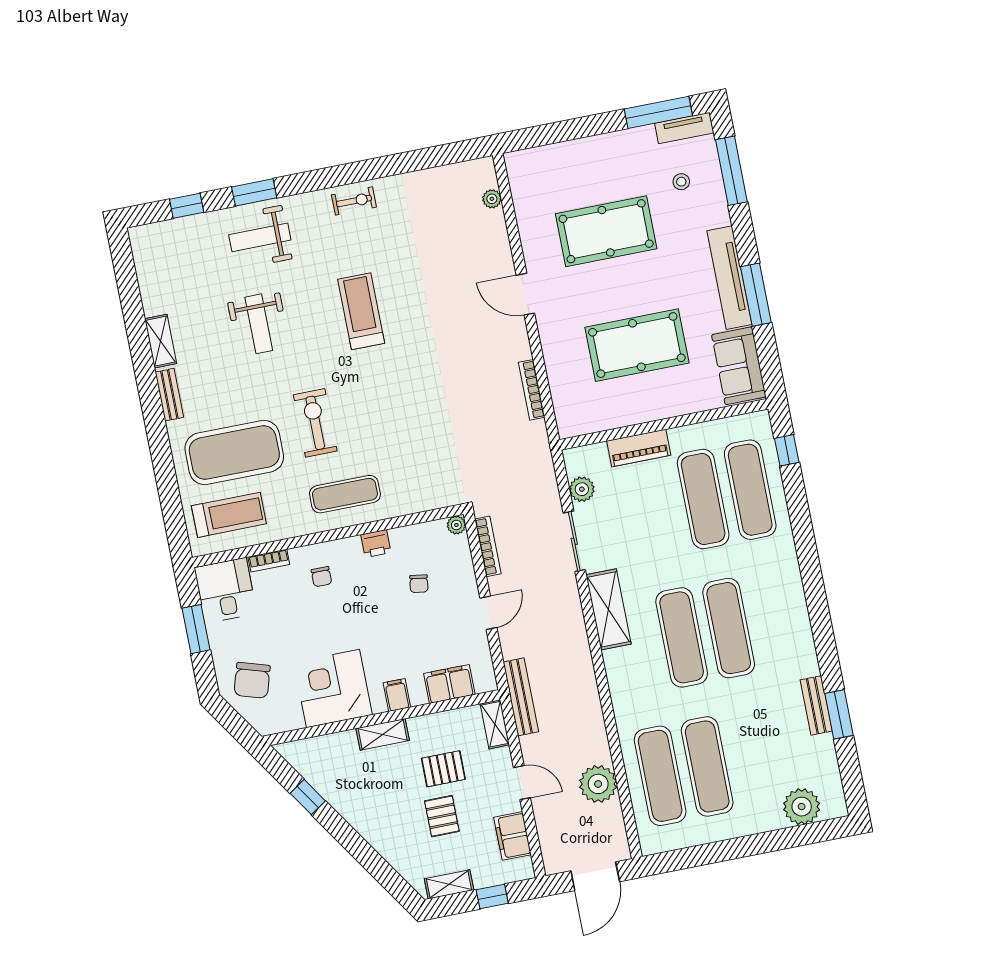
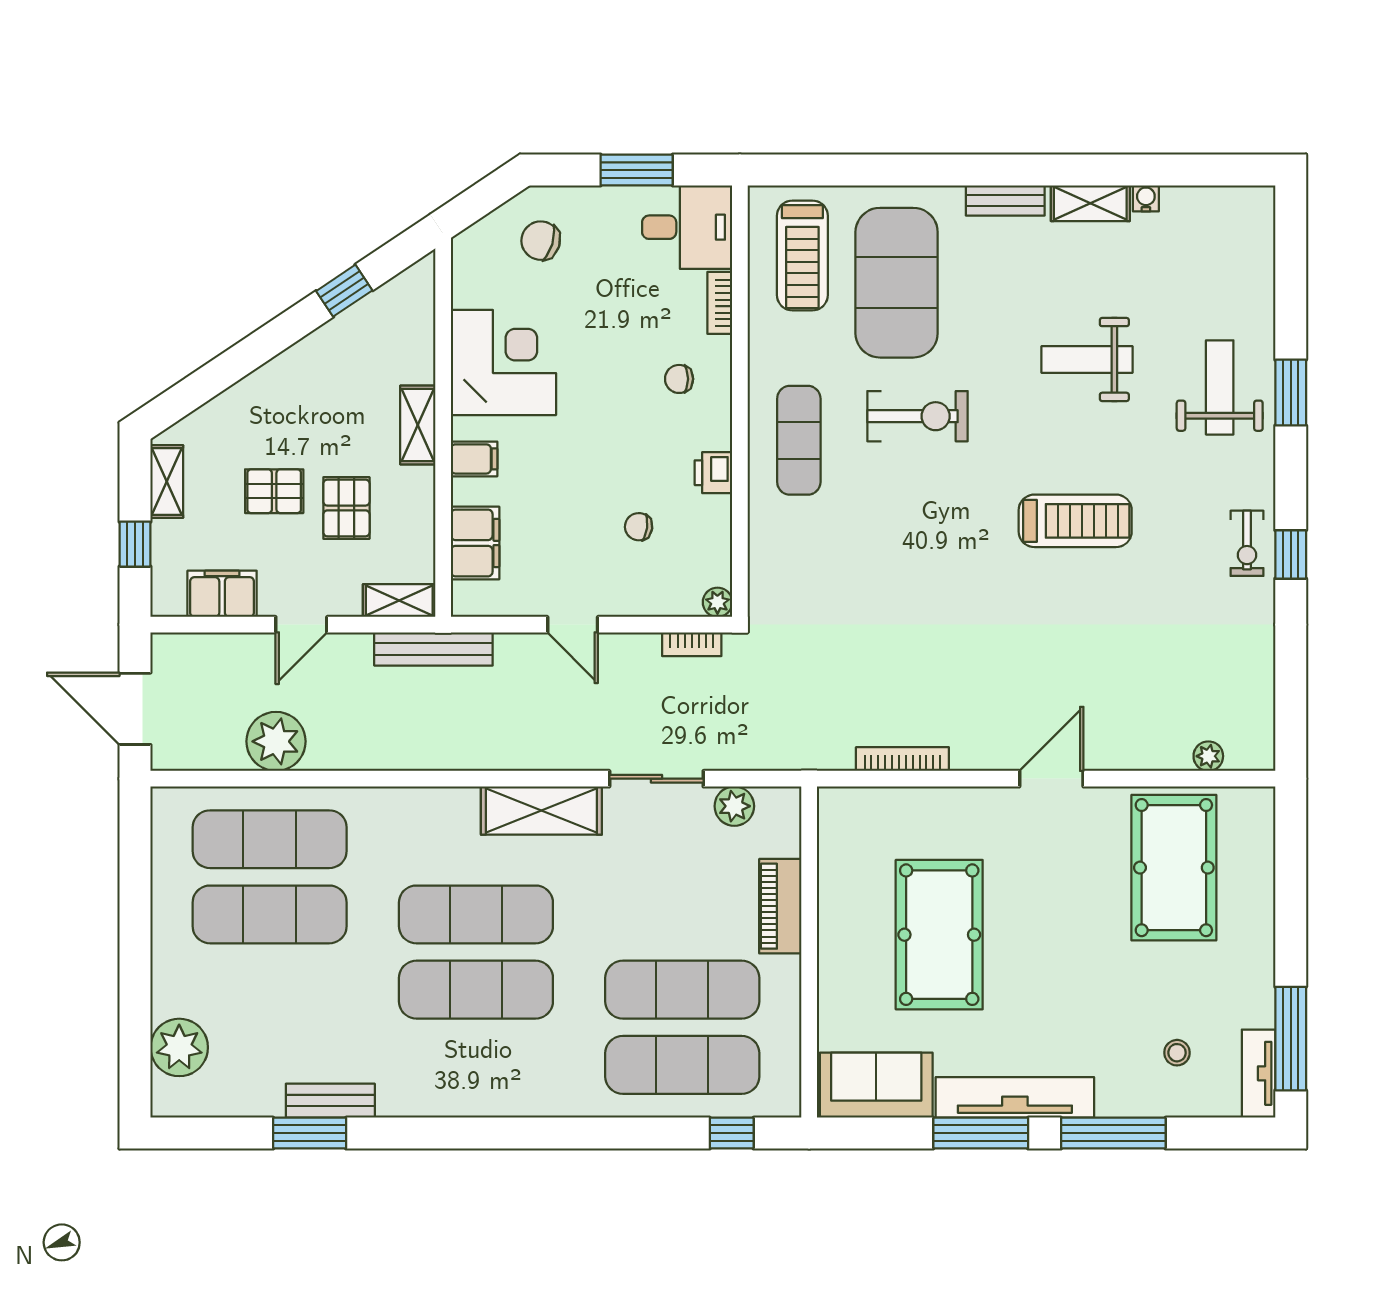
window: (731, 171) -> (1113, 1133), moved
window: (187, 206) -> (1291, 554), moved
pool table: (606, 231) -> (1174, 868), moved
water cooler: (151, 307) -> (1146, 198), added
bookcase: (488, 546) -> (692, 644), width x0.64
chair: (252, 680) -> (541, 241), width x0.73, depth x0.73

